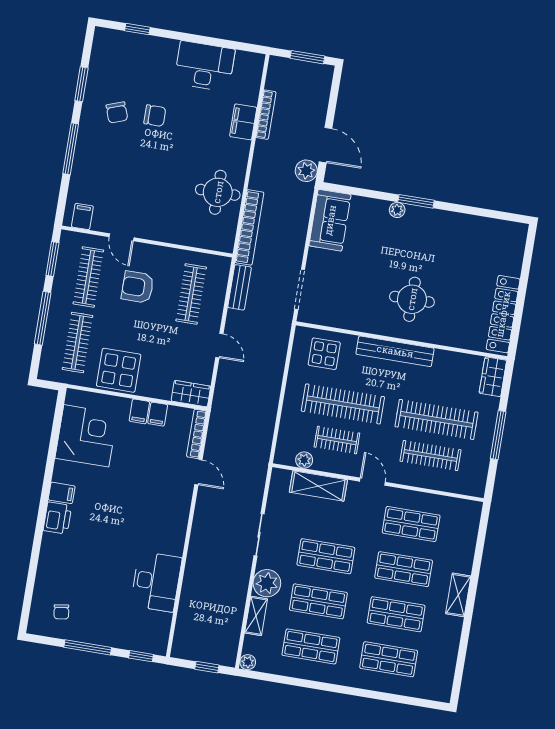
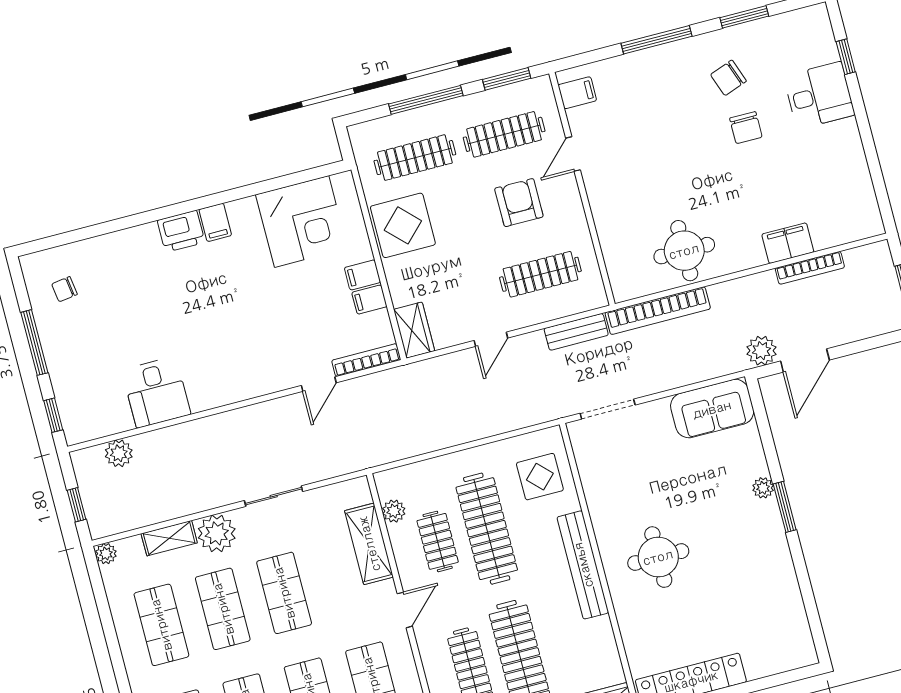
desk: (204, 66) -> (819, 95), moved, width x0.73
desk: (156, 582) -> (156, 392), width x0.73
plant: (185, 624) -> (119, 453), added

